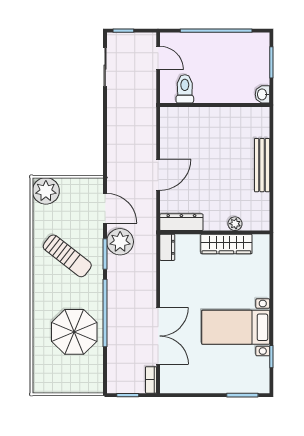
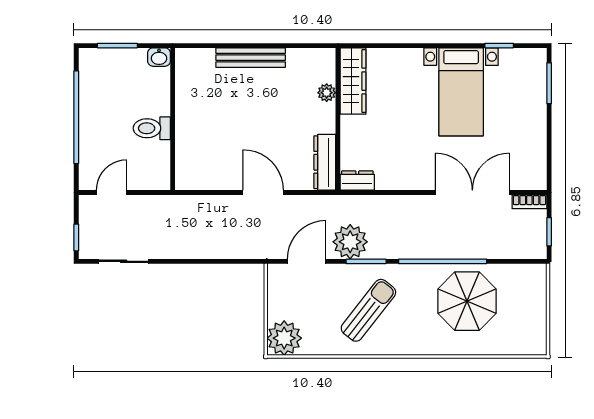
toilet: (185, 89) -> (152, 128), moved
wardrobe: (226, 244) -> (353, 81), moved

